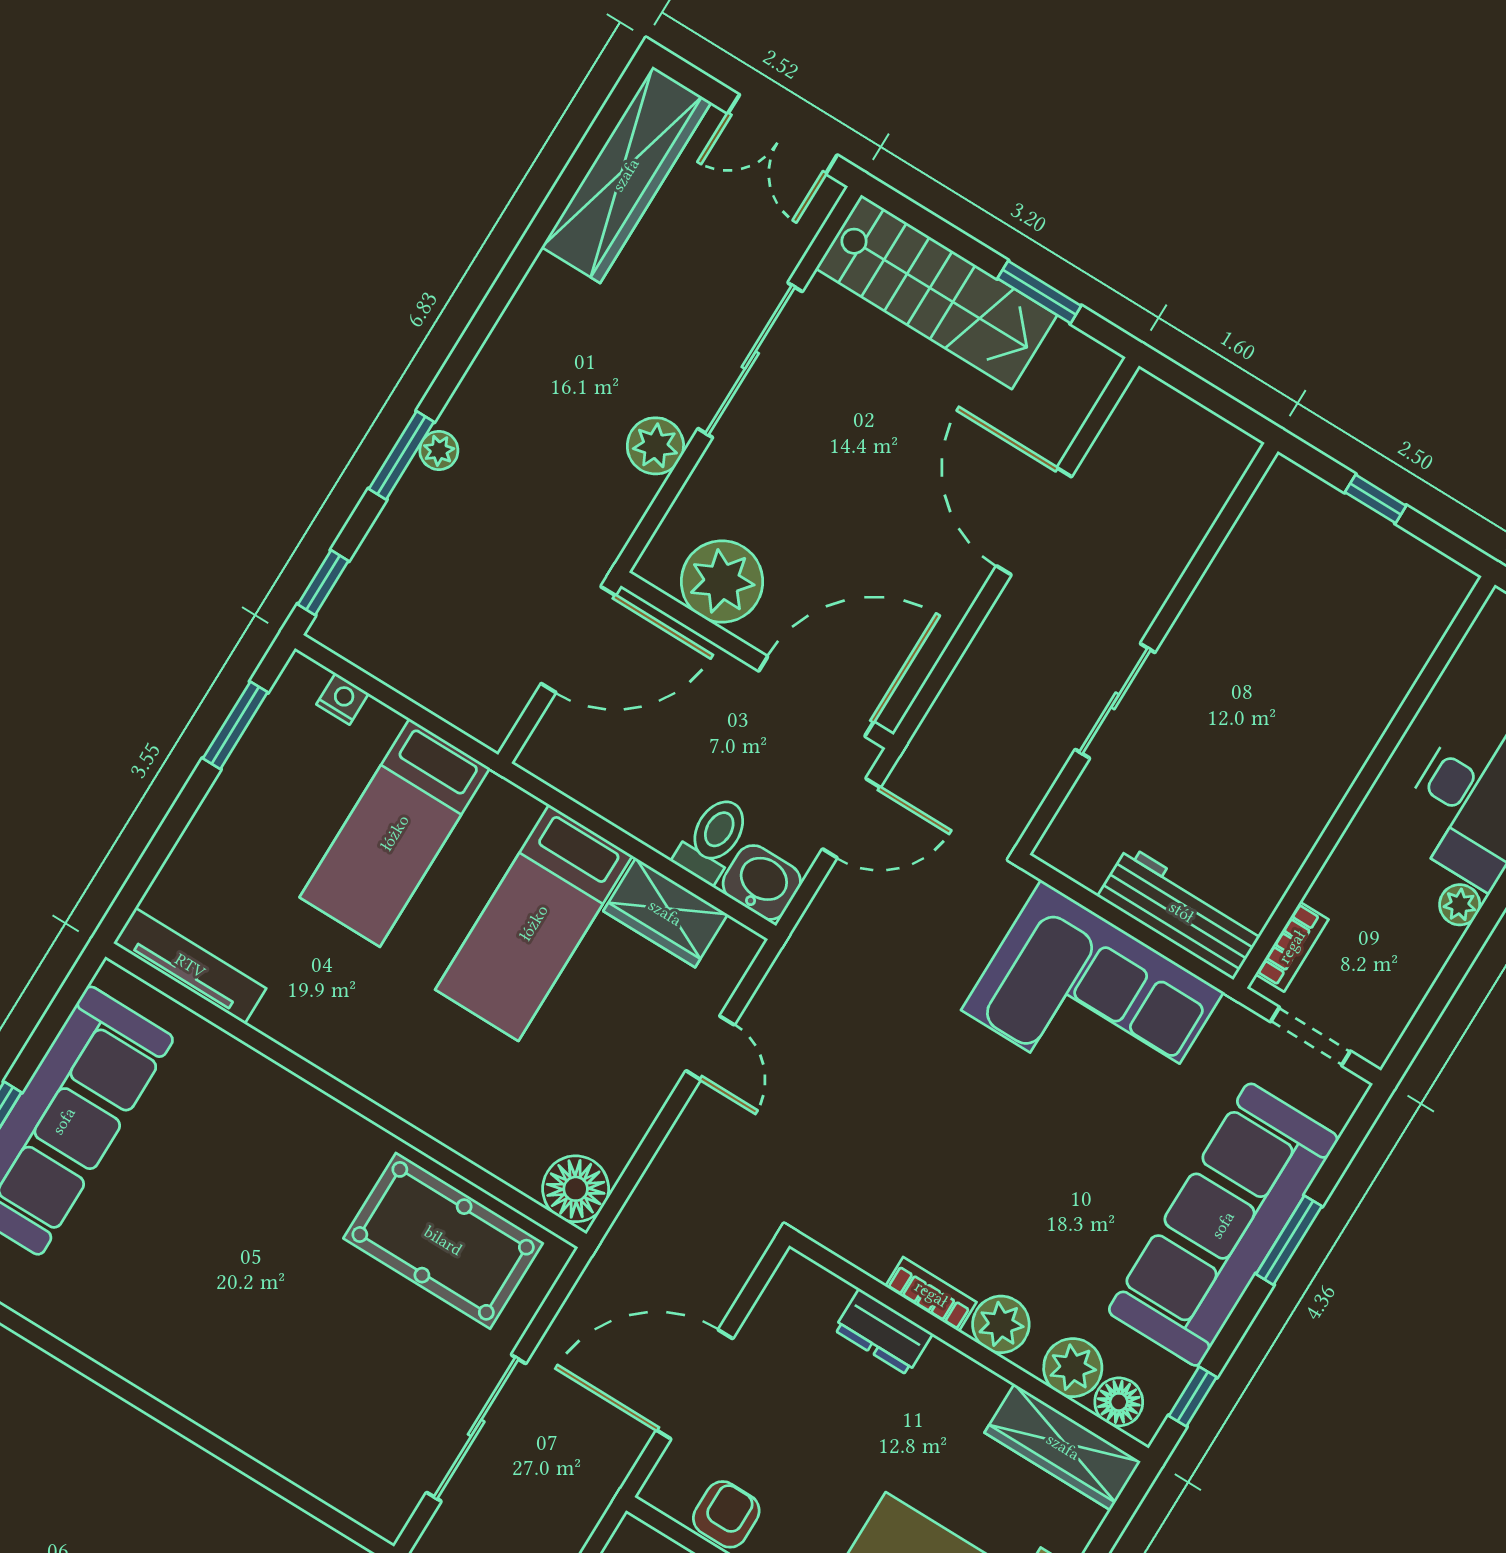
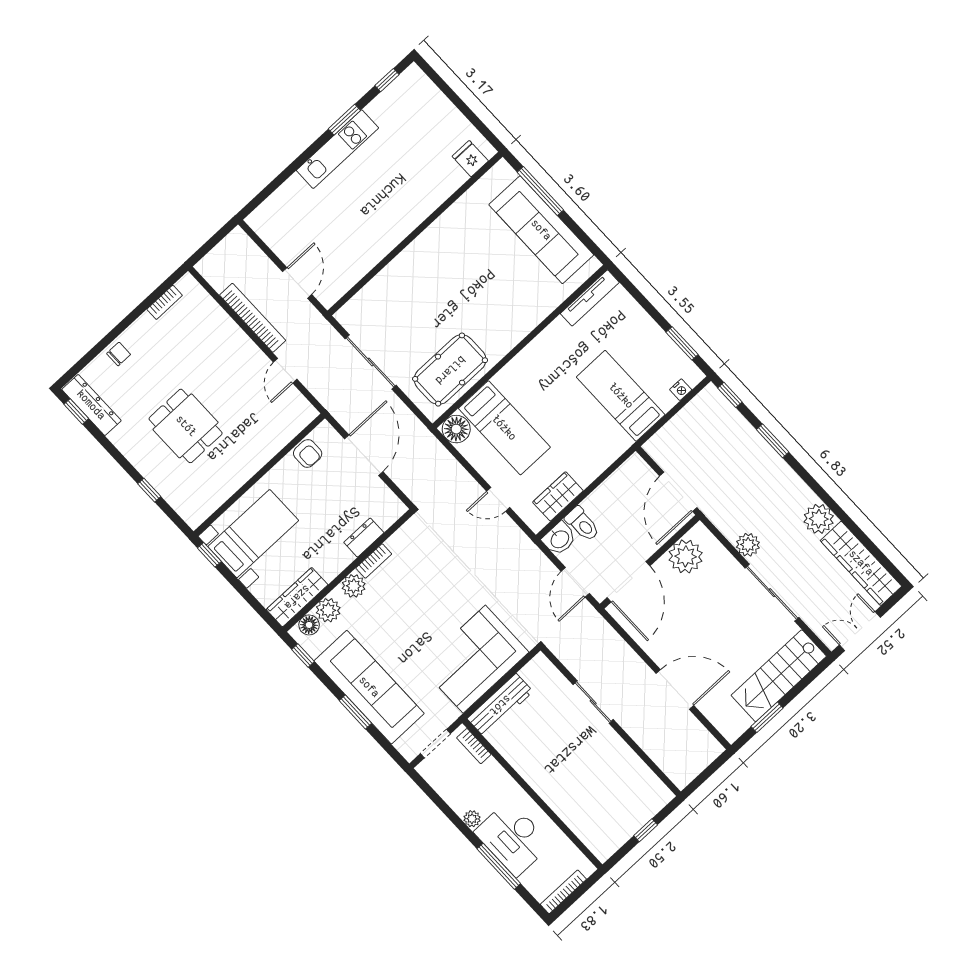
plant: (439, 450) -> (819, 519), moved, width x1.88, depth x1.88
bed: (534, 923) -> (504, 428), moved, turned 180

